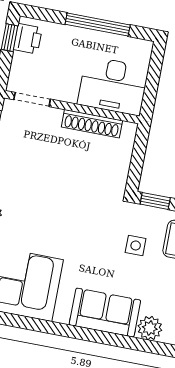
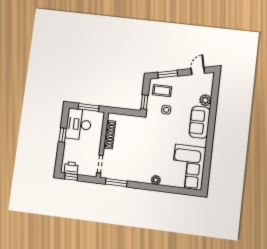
window: (98, 25) -> (63, 135), width x0.46
window: (152, 83) -> (88, 107), added
desk: (113, 86) -> (79, 124), moved, turned 180

